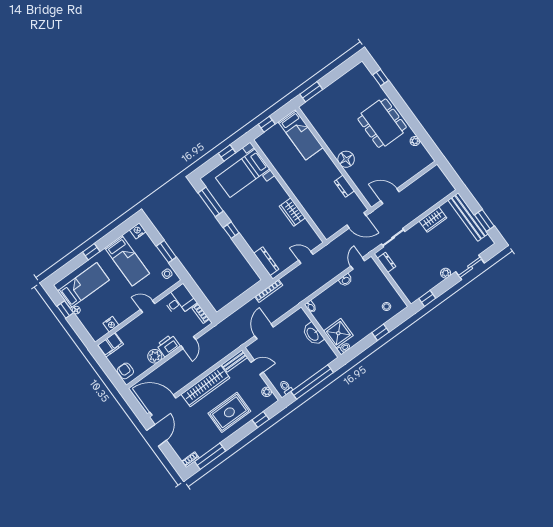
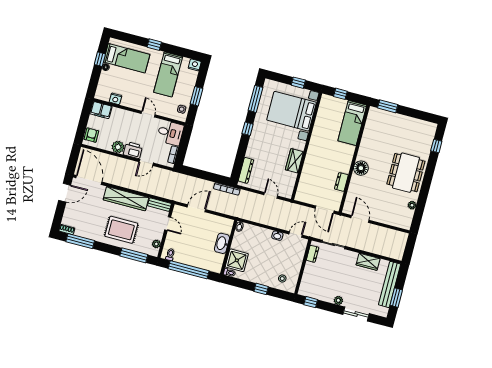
bed with nightstands: (243, 173) -> (292, 111), width x1.36
window: (261, 419) -> (134, 255), width x2.17

